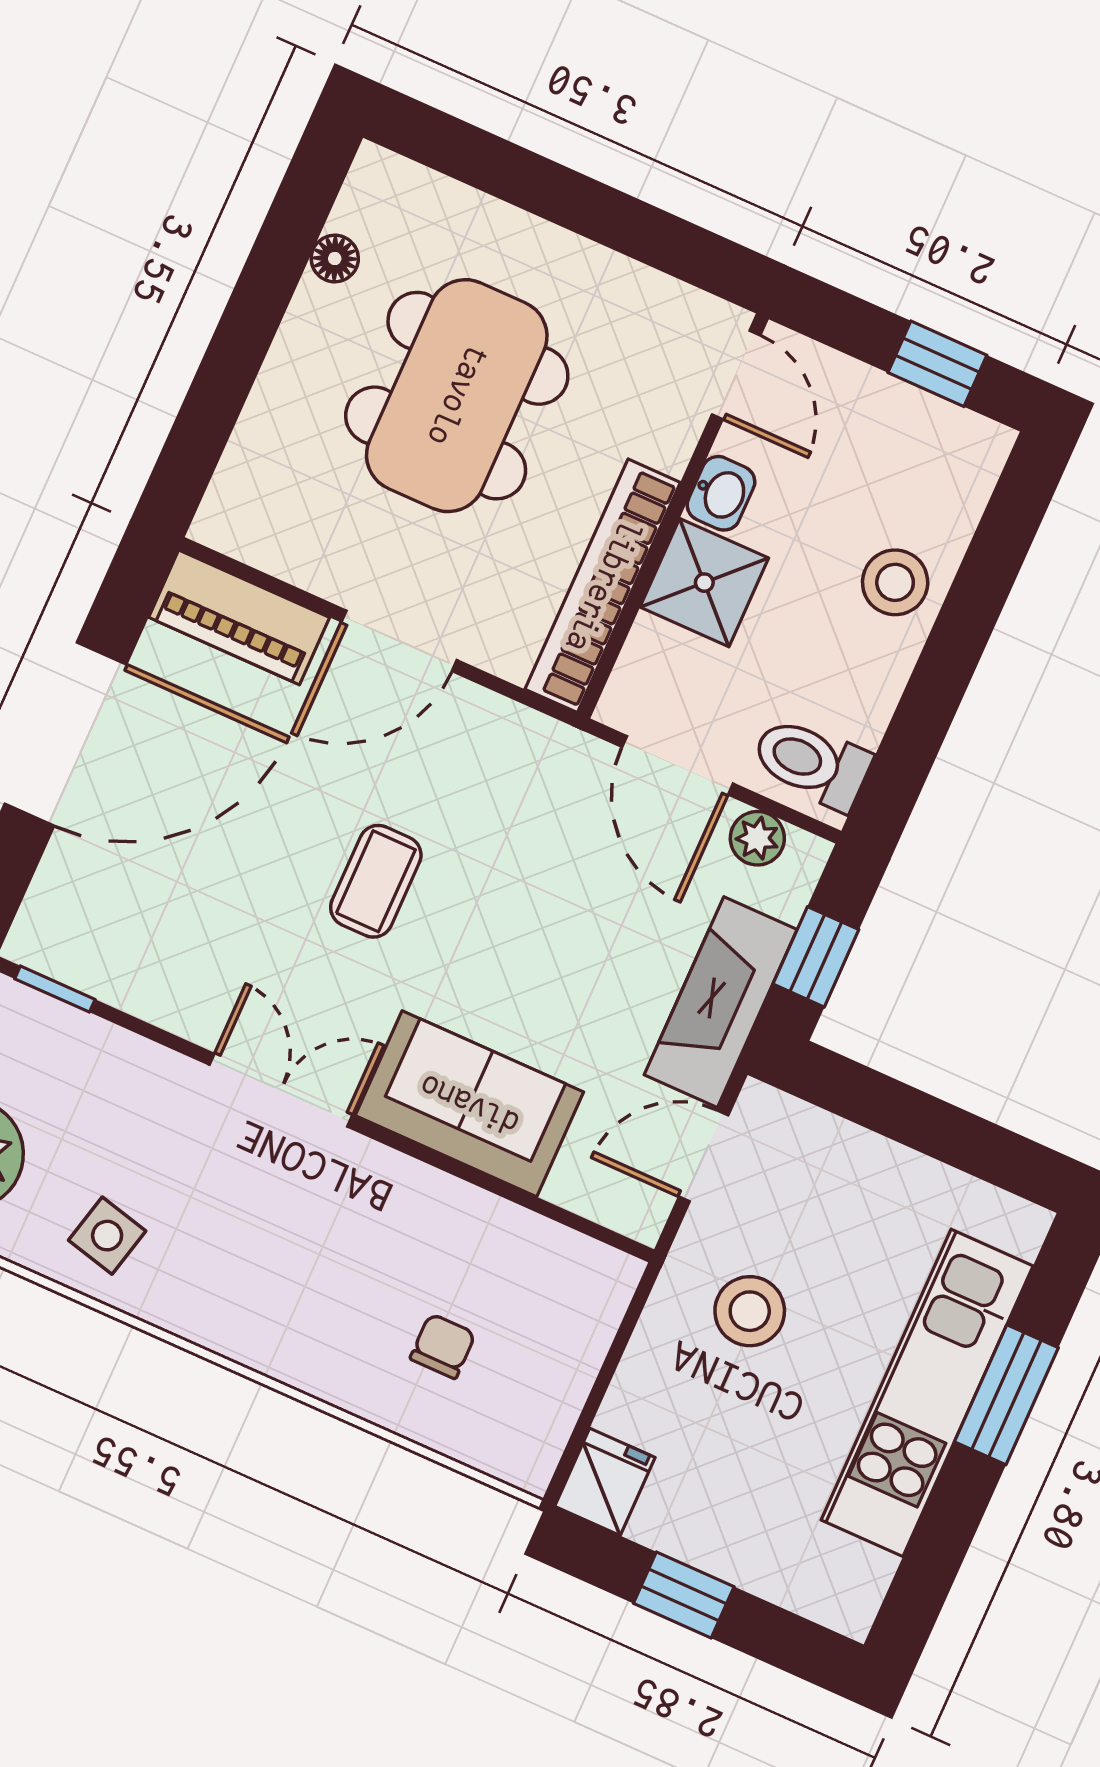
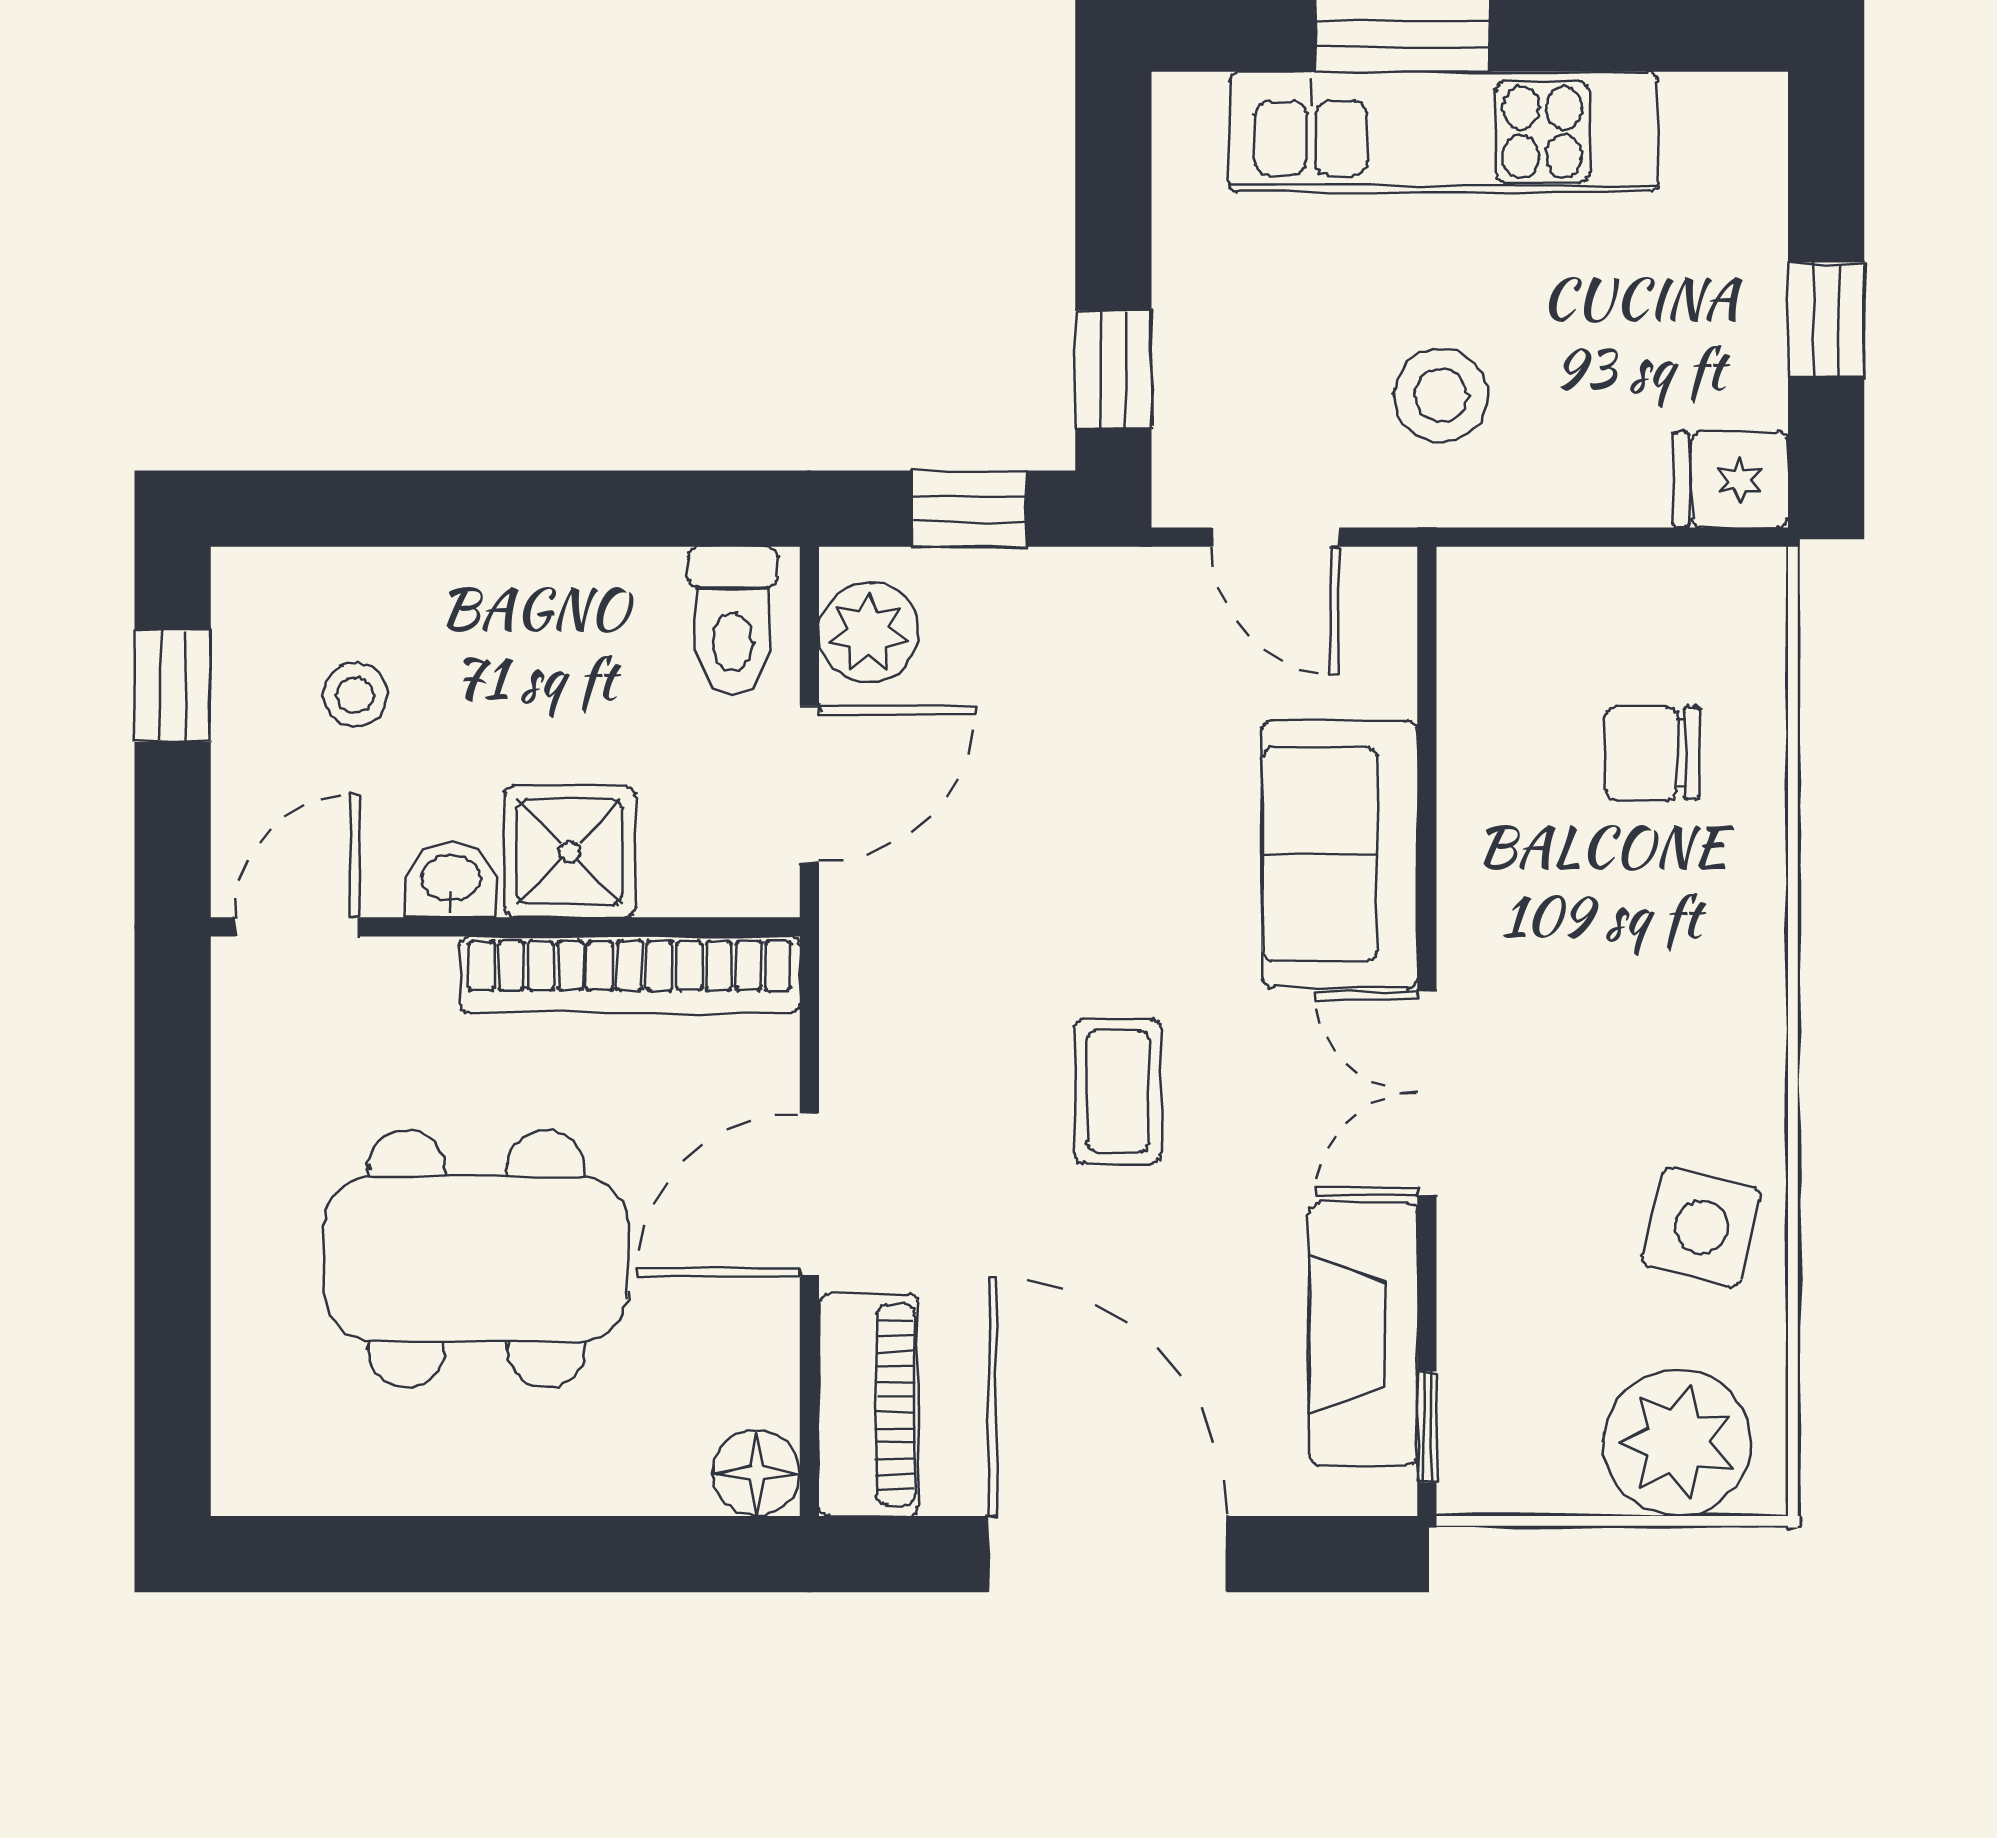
floor lamp: (335, 259) -> (756, 1473), moved, width x1.37, depth x1.37
stool: (895, 582) -> (355, 694), moved, width x0.73, depth x0.73
door: (399, 641) -> (809, 1195), swing flipped
plant: (757, 838) -> (869, 632), width x1.38, depth x1.38
coffee table: (376, 881) -> (1118, 1091), turned 90
fireplace: (721, 1002) -> (1363, 1334), moved, turned 90
window: (866, 1097) -> (1113, 369), added
side table: (107, 1236) -> (1701, 1227), width x1.37, depth x1.37
chair: (443, 1346) -> (1653, 753), width x1.37, depth x1.37

